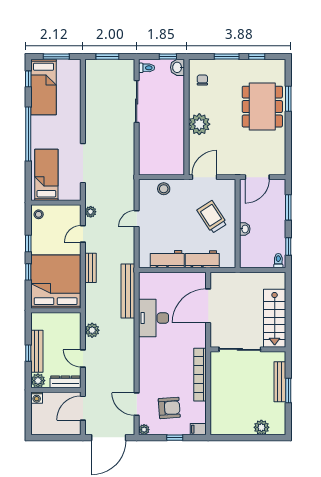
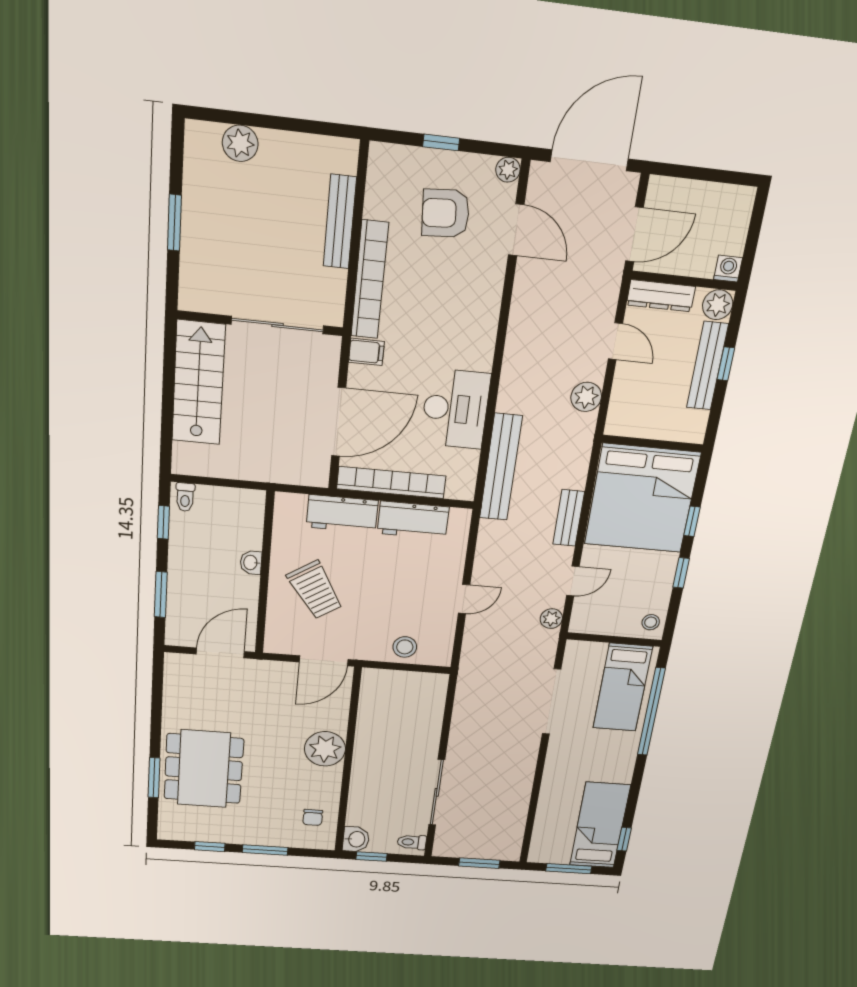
window: (28, 134) -> (651, 712), moved
bookcase: (180, 278) -> (391, 482), added
bench: (280, 382) -> (340, 222), moved
filing cabinet: (198, 429) -> (366, 352), moved

